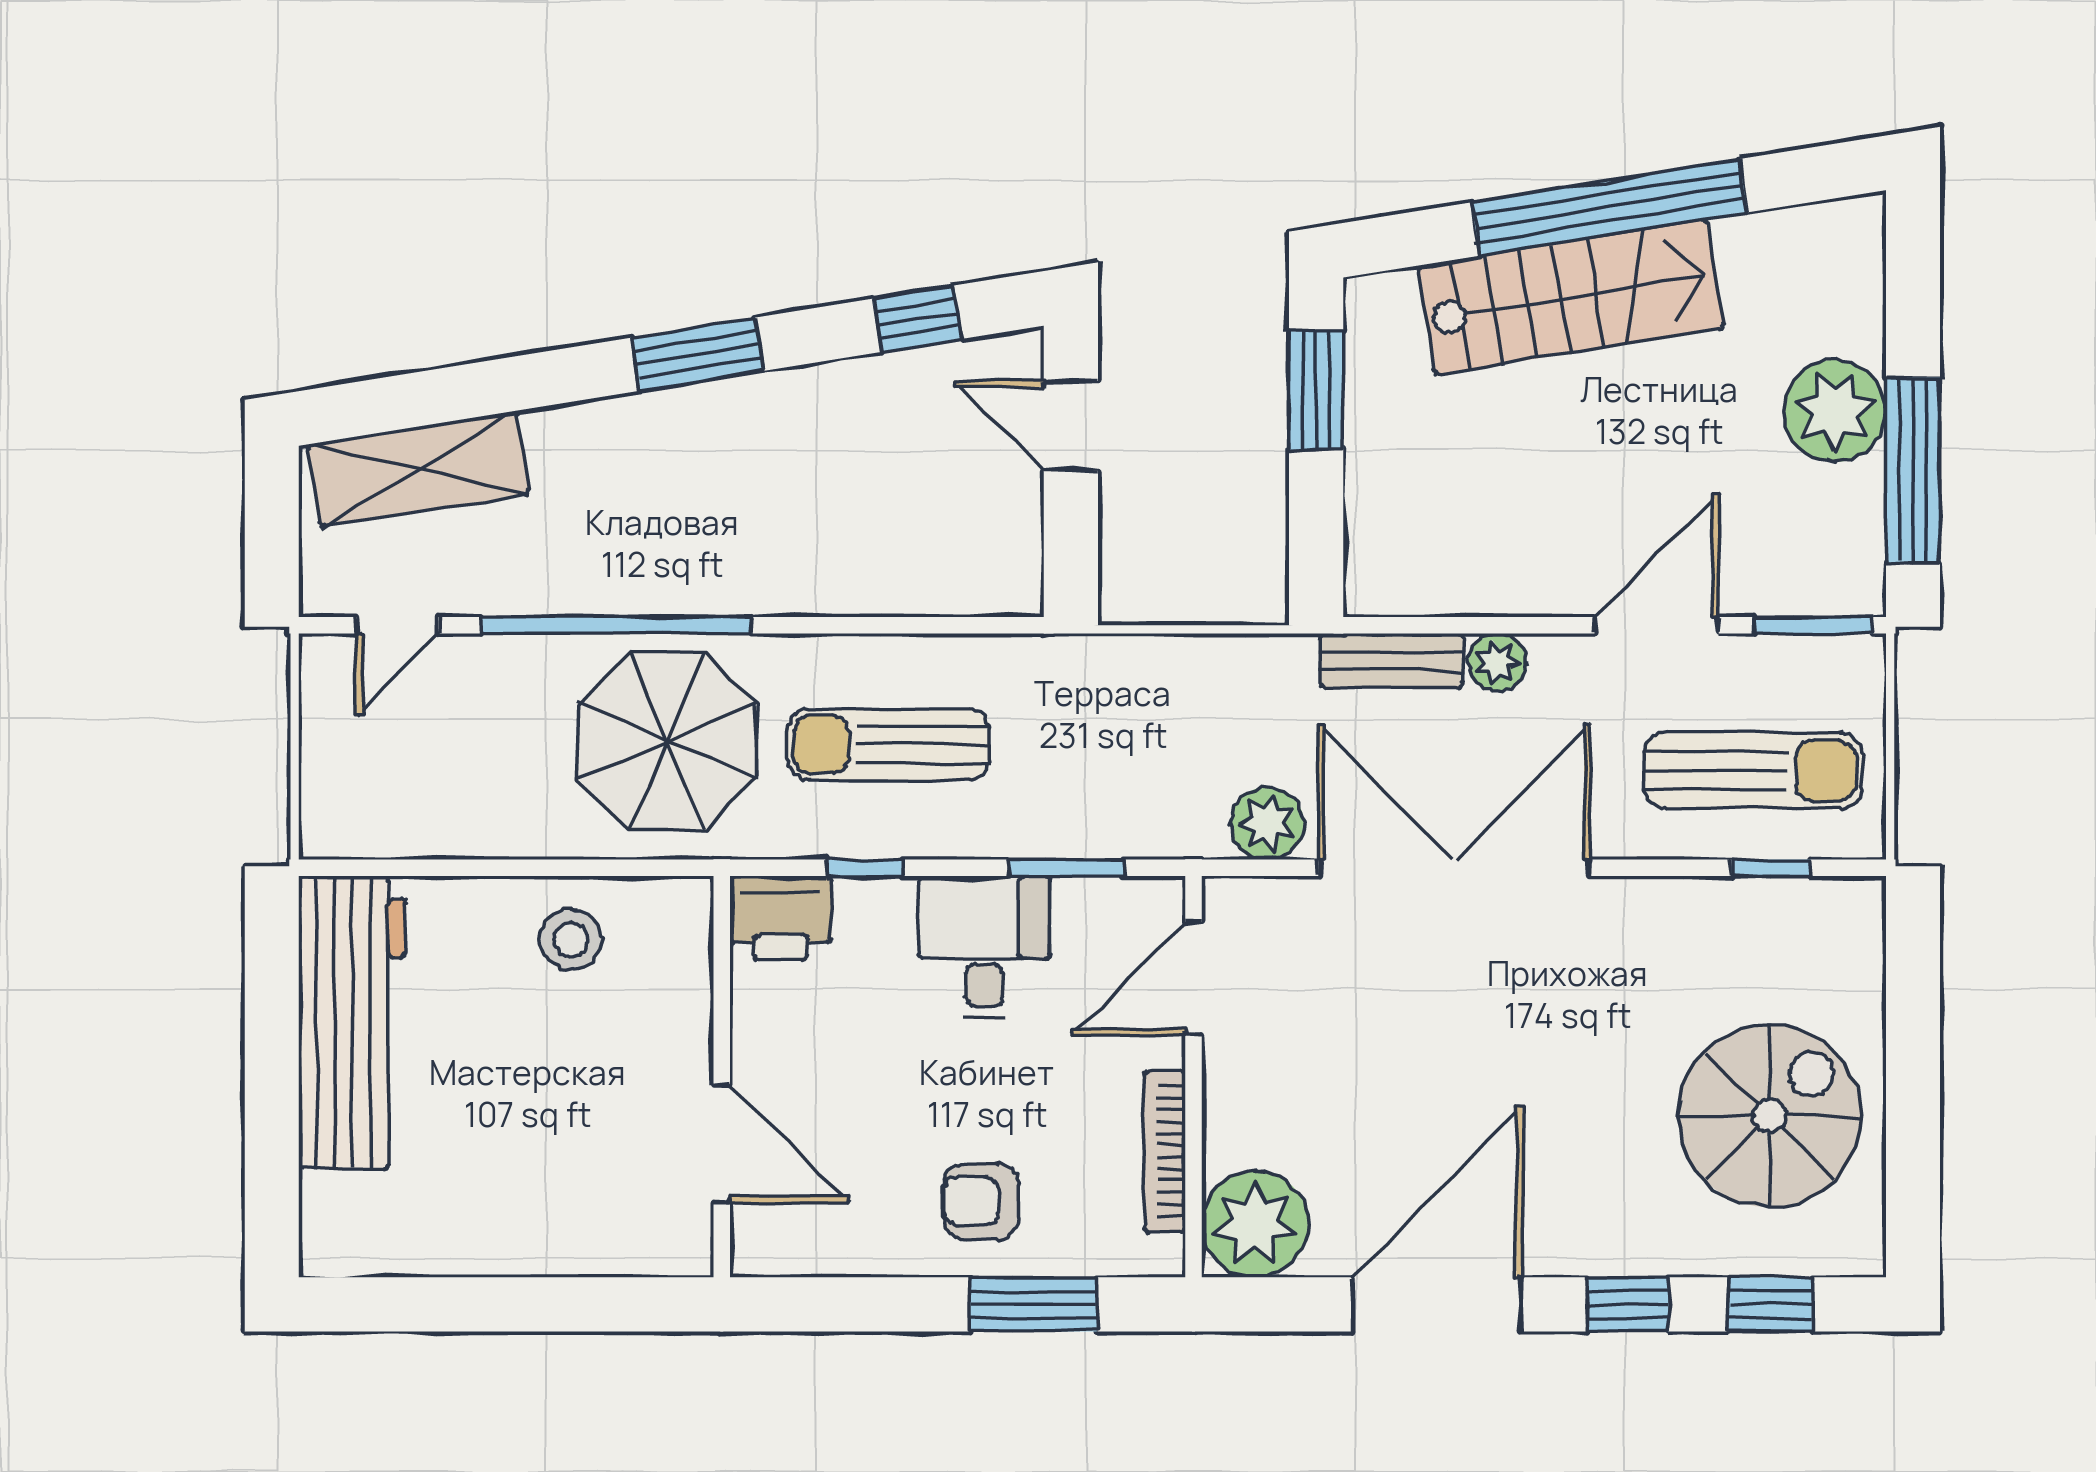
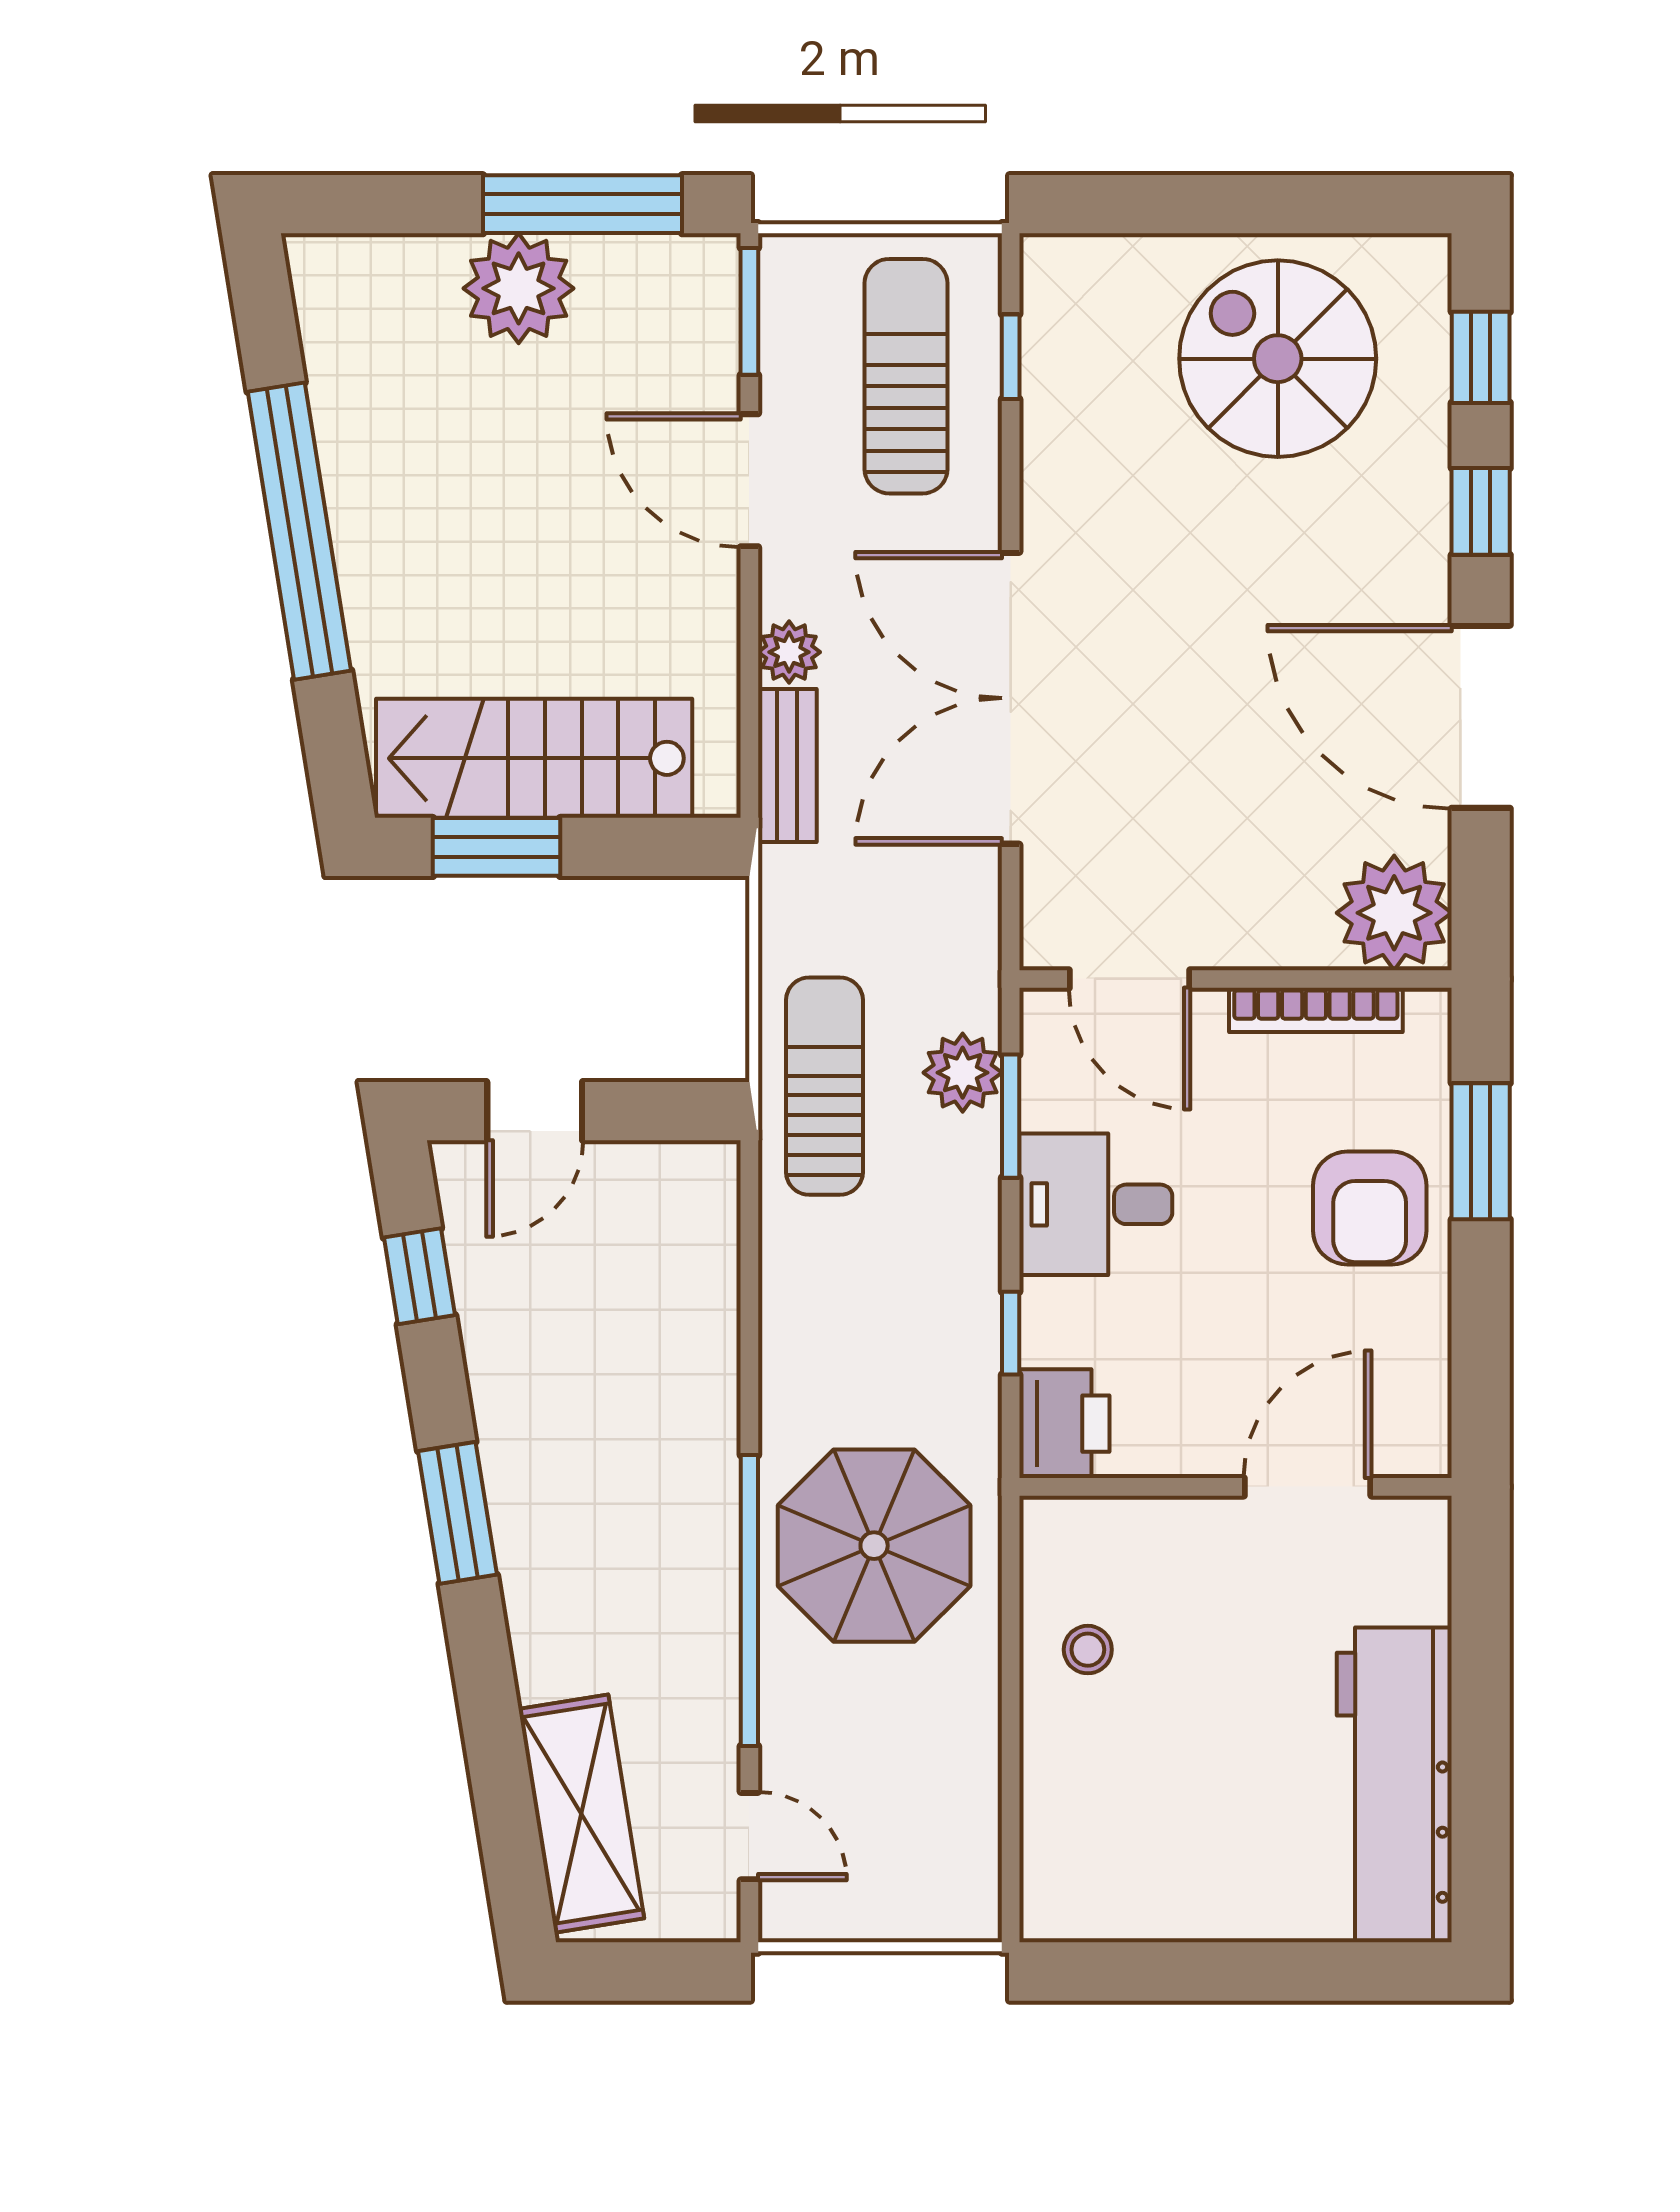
stairs: (1571, 297) -> (534, 758), moved, turned -81
sun lounger: (889, 744) -> (825, 1086), moved, turned 180
plant: (1267, 823) -> (963, 1073), moved
stool: (571, 940) -> (1088, 1650), width x0.73, depth x0.73
workbench: (352, 1022) -> (1394, 1785), moved, turned -90
armchair: (981, 1201) -> (1370, 1208), width x1.38, depth x1.38

